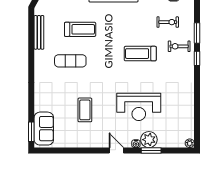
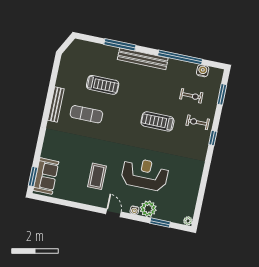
bench: (39, 32) -> (56, 104), moved
window: (197, 33) -> (222, 94), moved
reception desk: (139, 107) -> (145, 174), turned 180
coffee table: (85, 110) -> (97, 176), moved
window: (151, 151) -> (160, 223), moved

